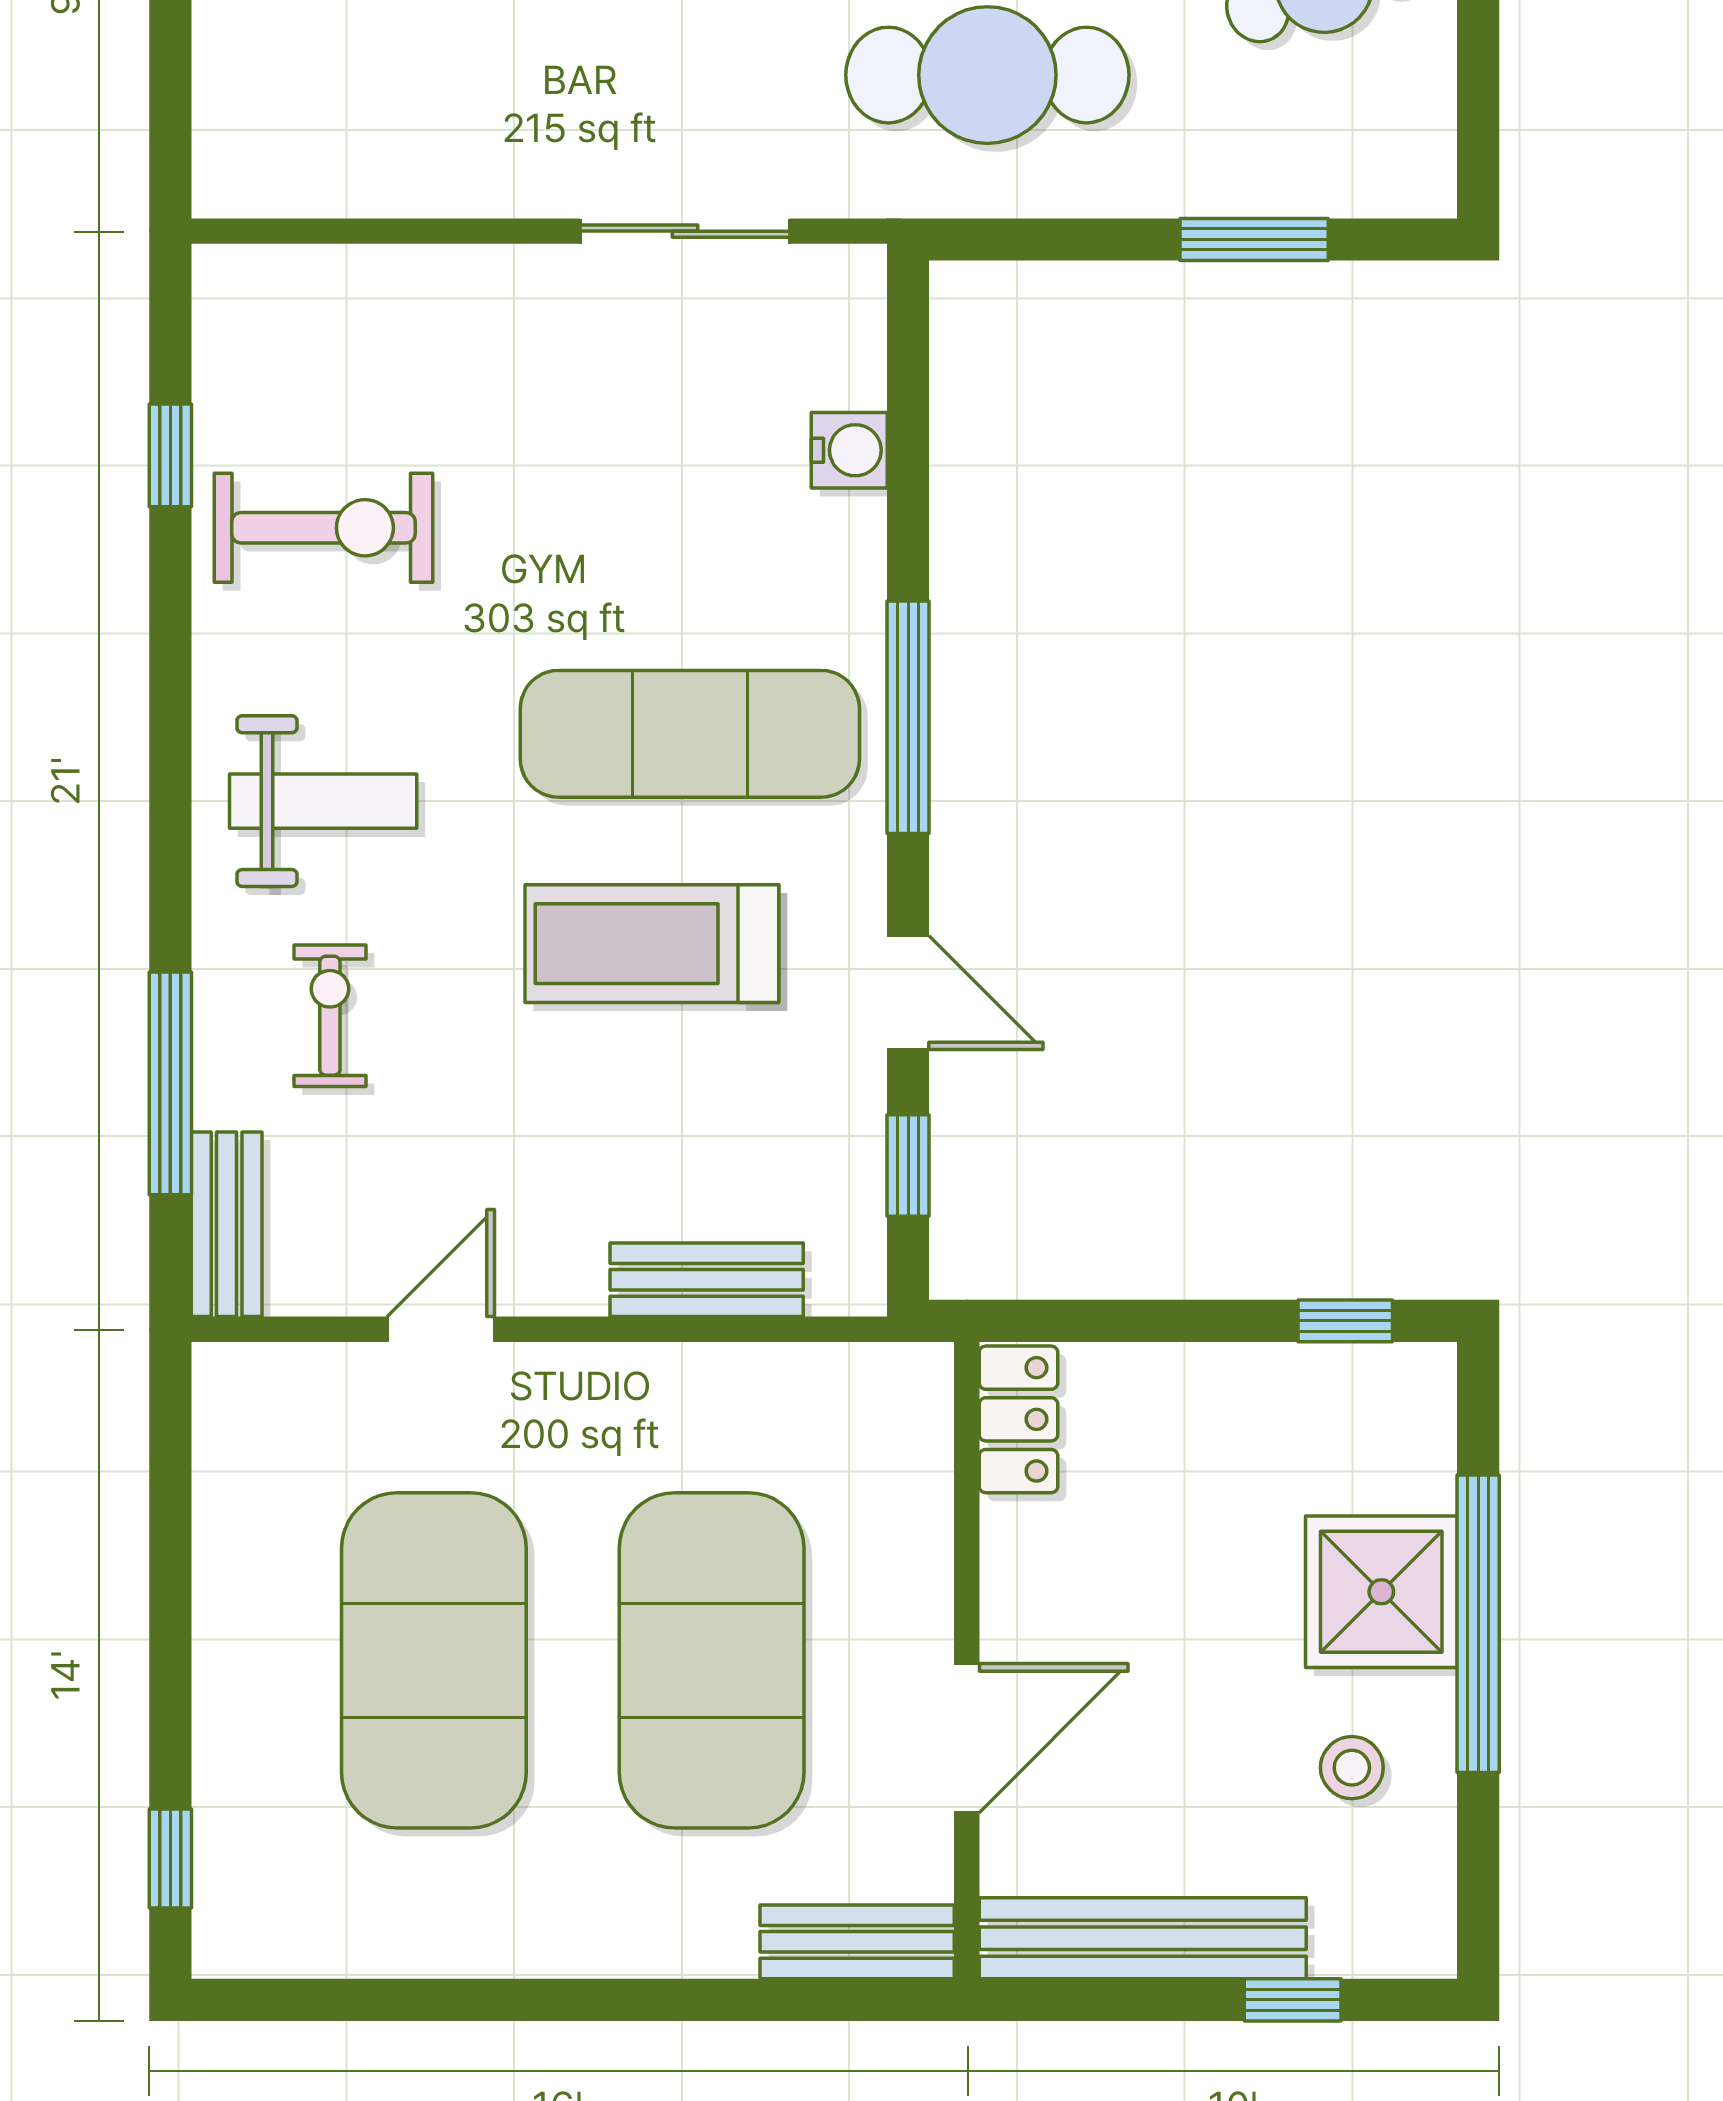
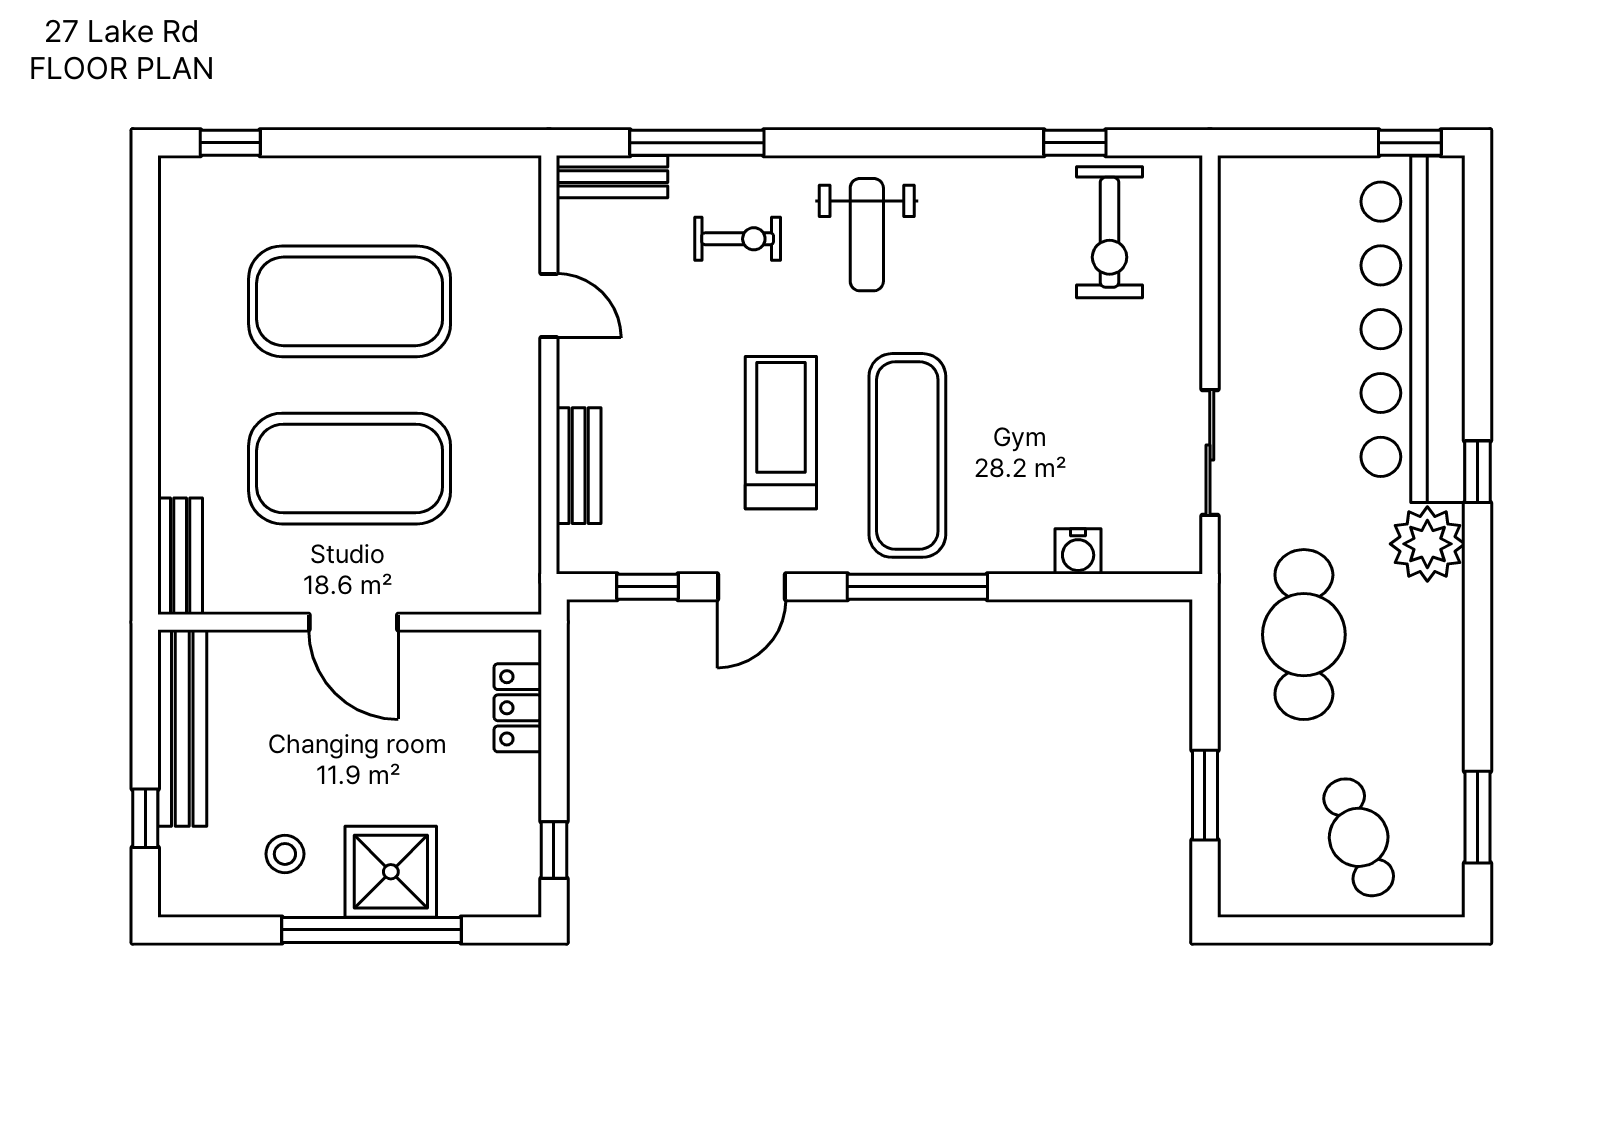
exercise bike: (324, 528) -> (1110, 232), moved
locker: (1018, 1419) -> (518, 708), moved, turned 90
door: (967, 1738) -> (353, 622), moved

